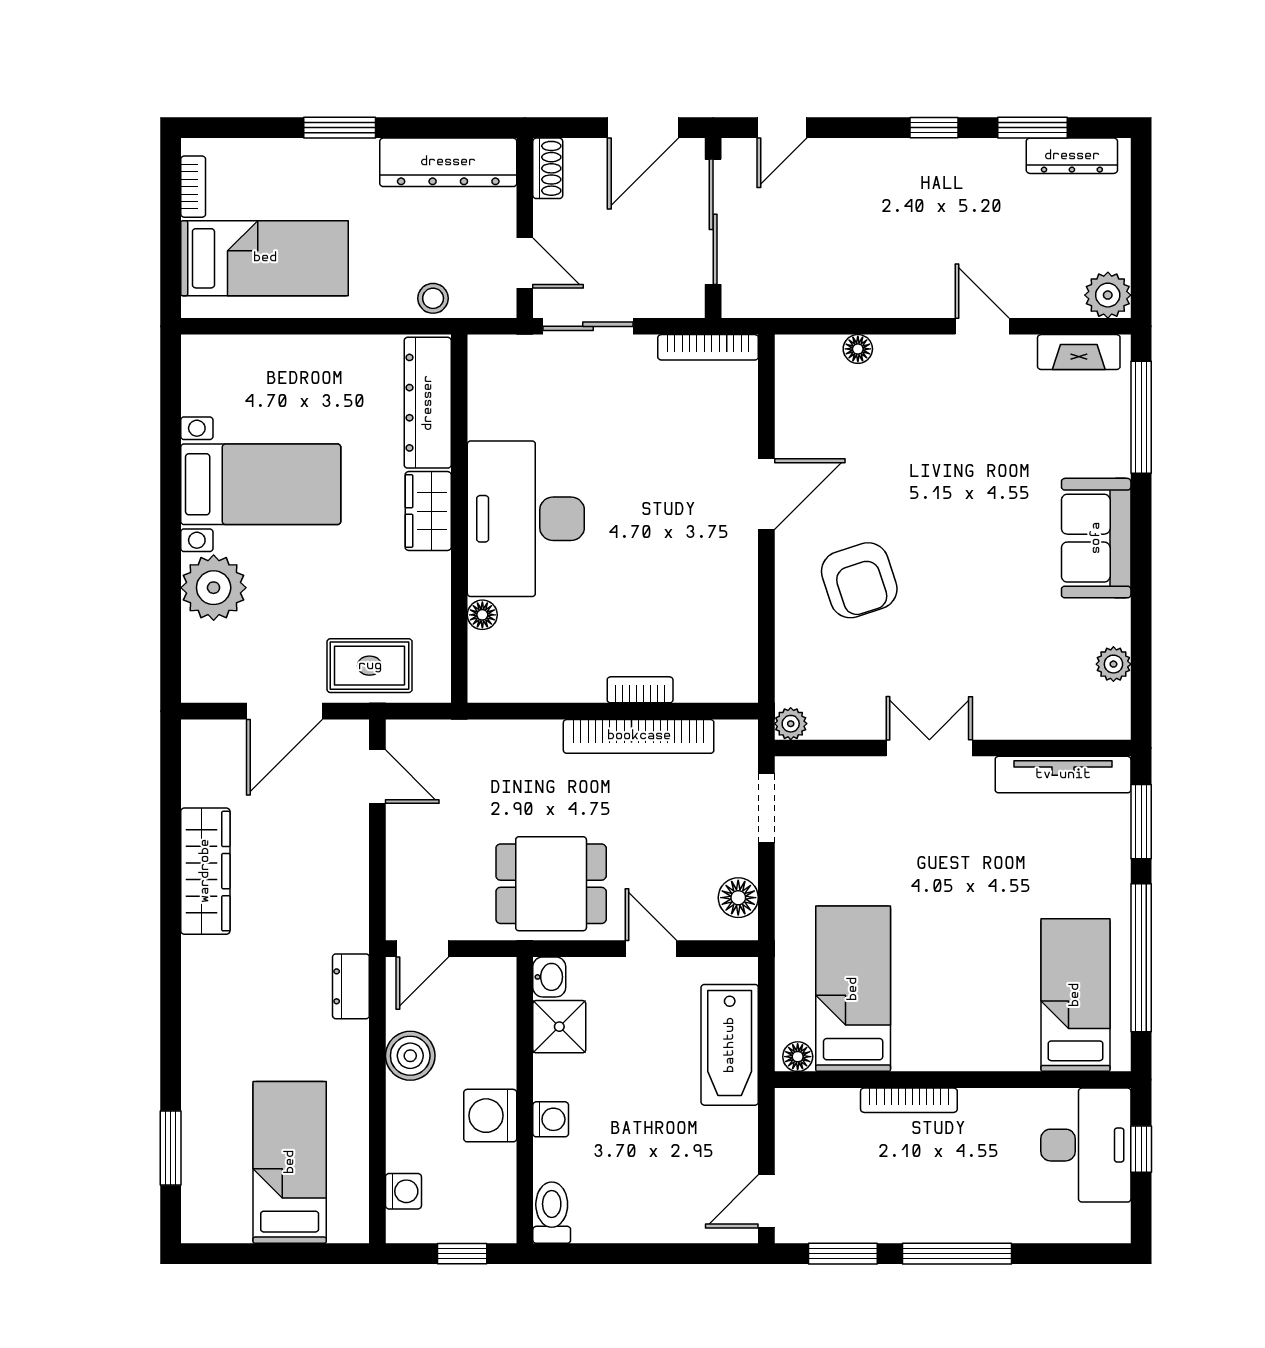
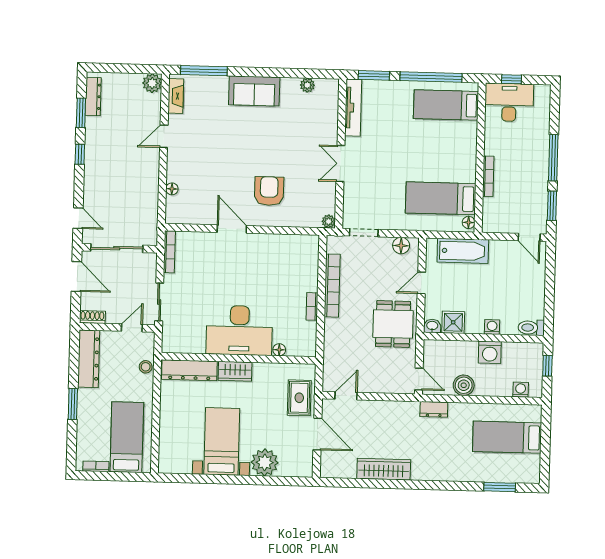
armchair: (859, 580) -> (269, 191), turned -72
bookcase: (640, 690) -> (312, 306), moved

